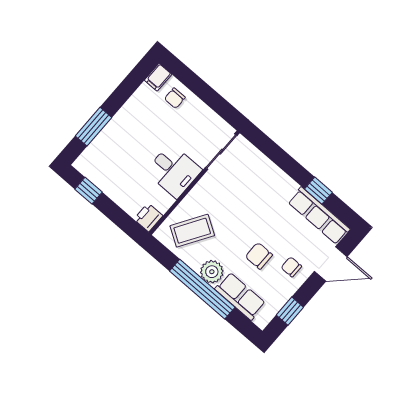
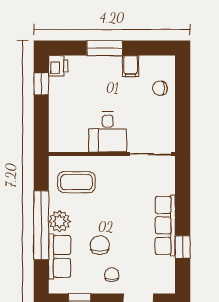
filing cabinet: (158, 77) -> (131, 66), moved, turned -90
window: (93, 127) -> (105, 48), moved
row of seats: (319, 216) -> (165, 225), moved
printer: (148, 217) -> (58, 66), moved, turned 90
coffee table: (192, 231) -> (77, 182), turned -32

